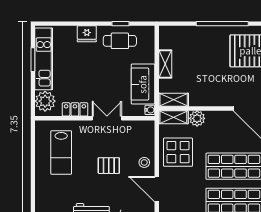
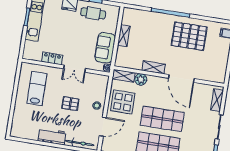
shelving: (174, 100) -> (154, 67), moved
plant: (45, 101) -> (31, 49), removed
double door: (107, 118) -> (74, 69), swing flipped
lab bench: (61, 152) -> (37, 88), turned 180
door: (157, 189) -> (103, 127), swing flipped

